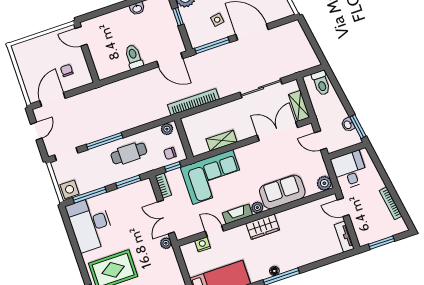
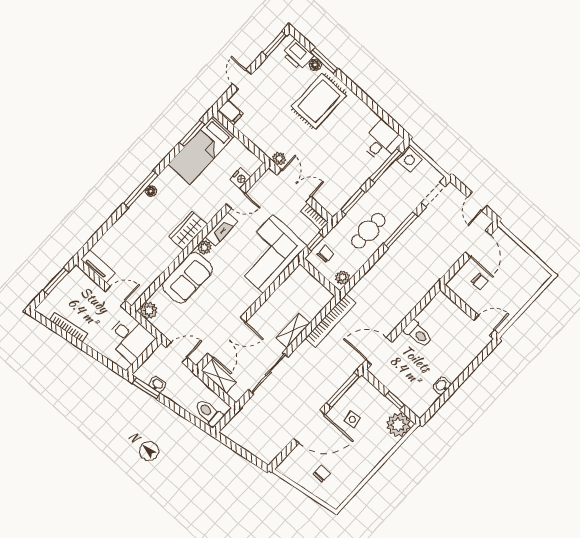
shelving: (222, 140) -> (293, 330), moved
desk: (90, 224) -> (382, 141), width x0.53, depth x0.77

